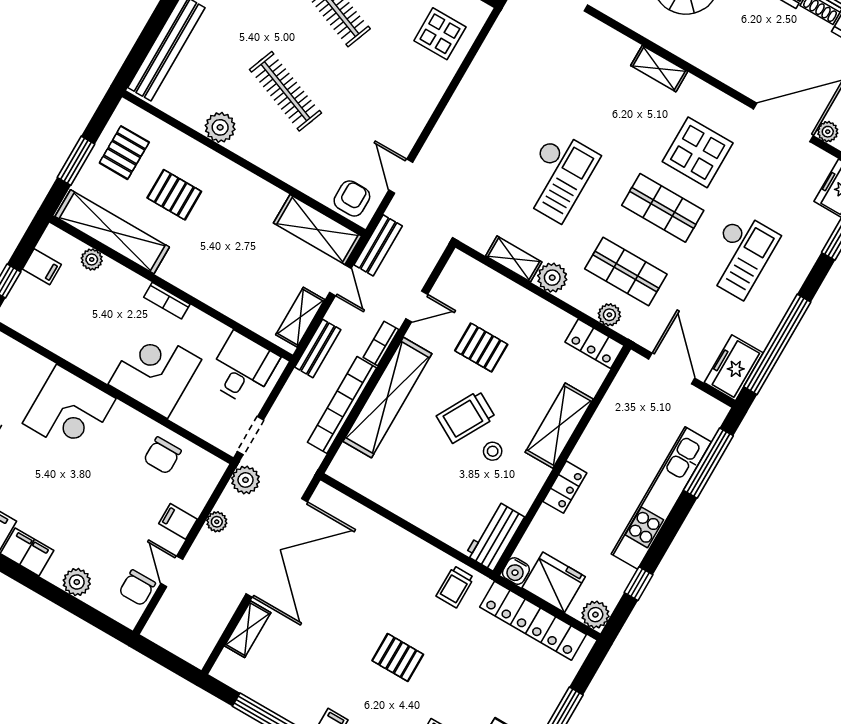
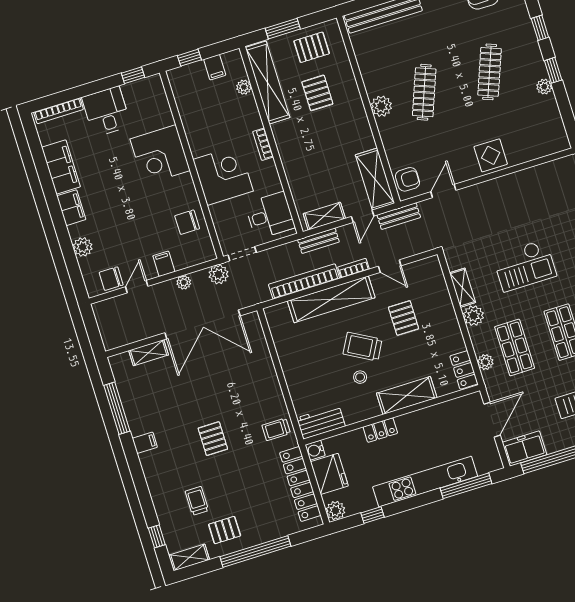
display table: (440, 34) -> (491, 155), moved
plant: (220, 127) -> (381, 106), moved

